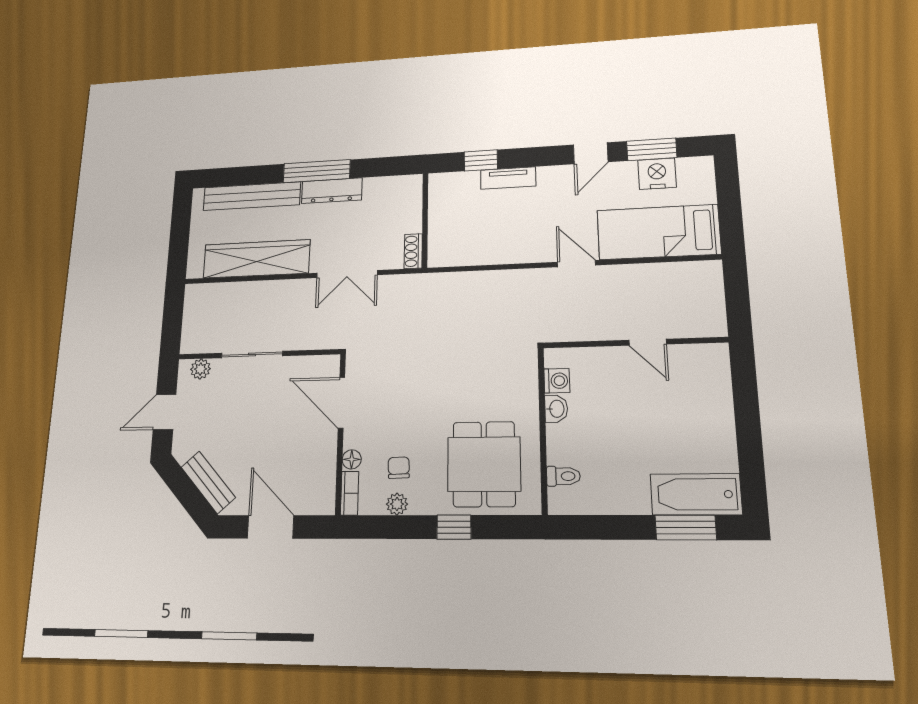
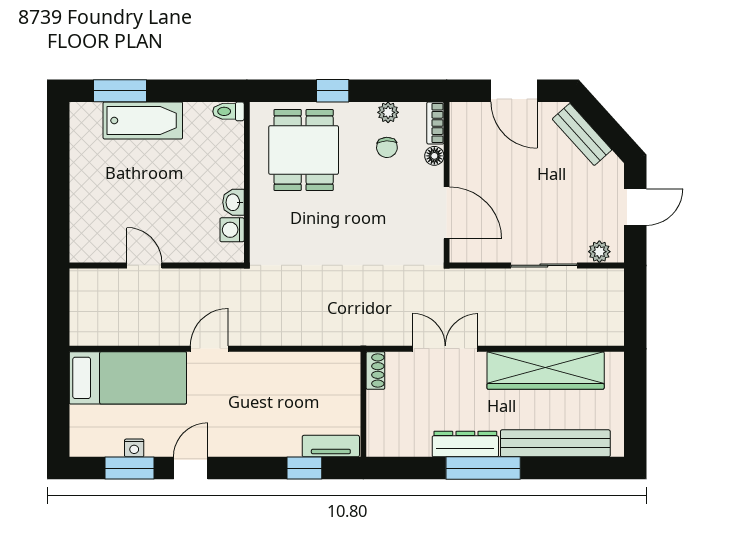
nightstand: (657, 174) -> (134, 448), width x0.53, depth x0.56
tv unit: (508, 178) -> (331, 446), moved
door: (576, 264) -> (209, 349), swing flipped
toilet: (563, 476) -> (229, 111), moved
bathtub: (696, 494) -> (143, 120), moved

